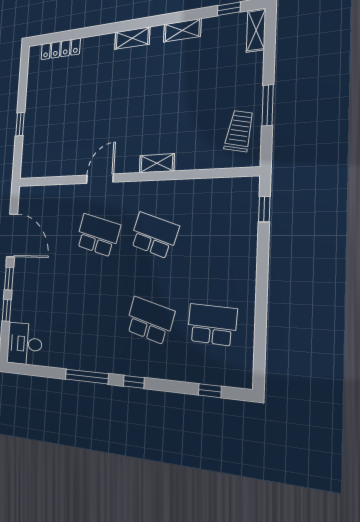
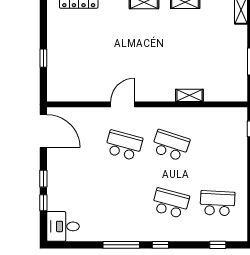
trolley: (239, 131) -> (232, 77), removed
shelving: (157, 163) -> (189, 95), moved
door: (12, 235) -> (43, 131), moved

